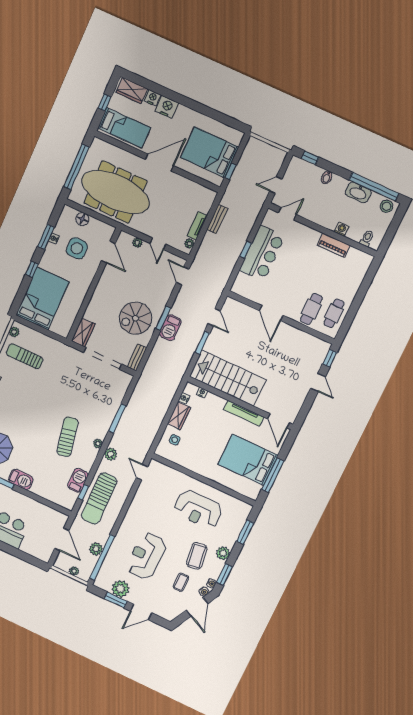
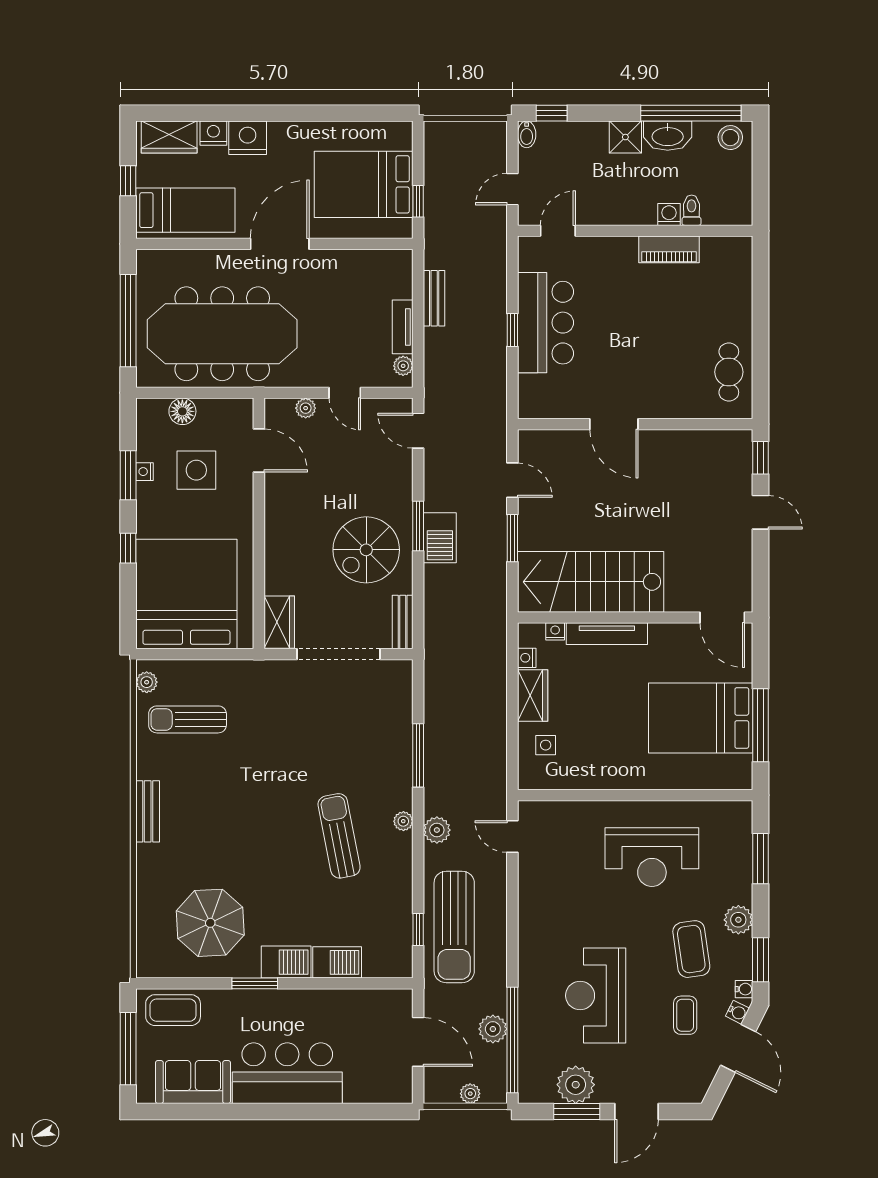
bidet: (327, 177) -> (527, 134), moved
shower: (339, 184) -> (625, 137), added
toilet: (367, 238) -> (692, 210), moved
bed: (42, 299) -> (186, 594), width x1.36
cafe table: (311, 309) -> (684, 383), removed
tv unit: (244, 413) -> (607, 634), moved
barbecue: (78, 480) -> (337, 962), moved, turned 90

